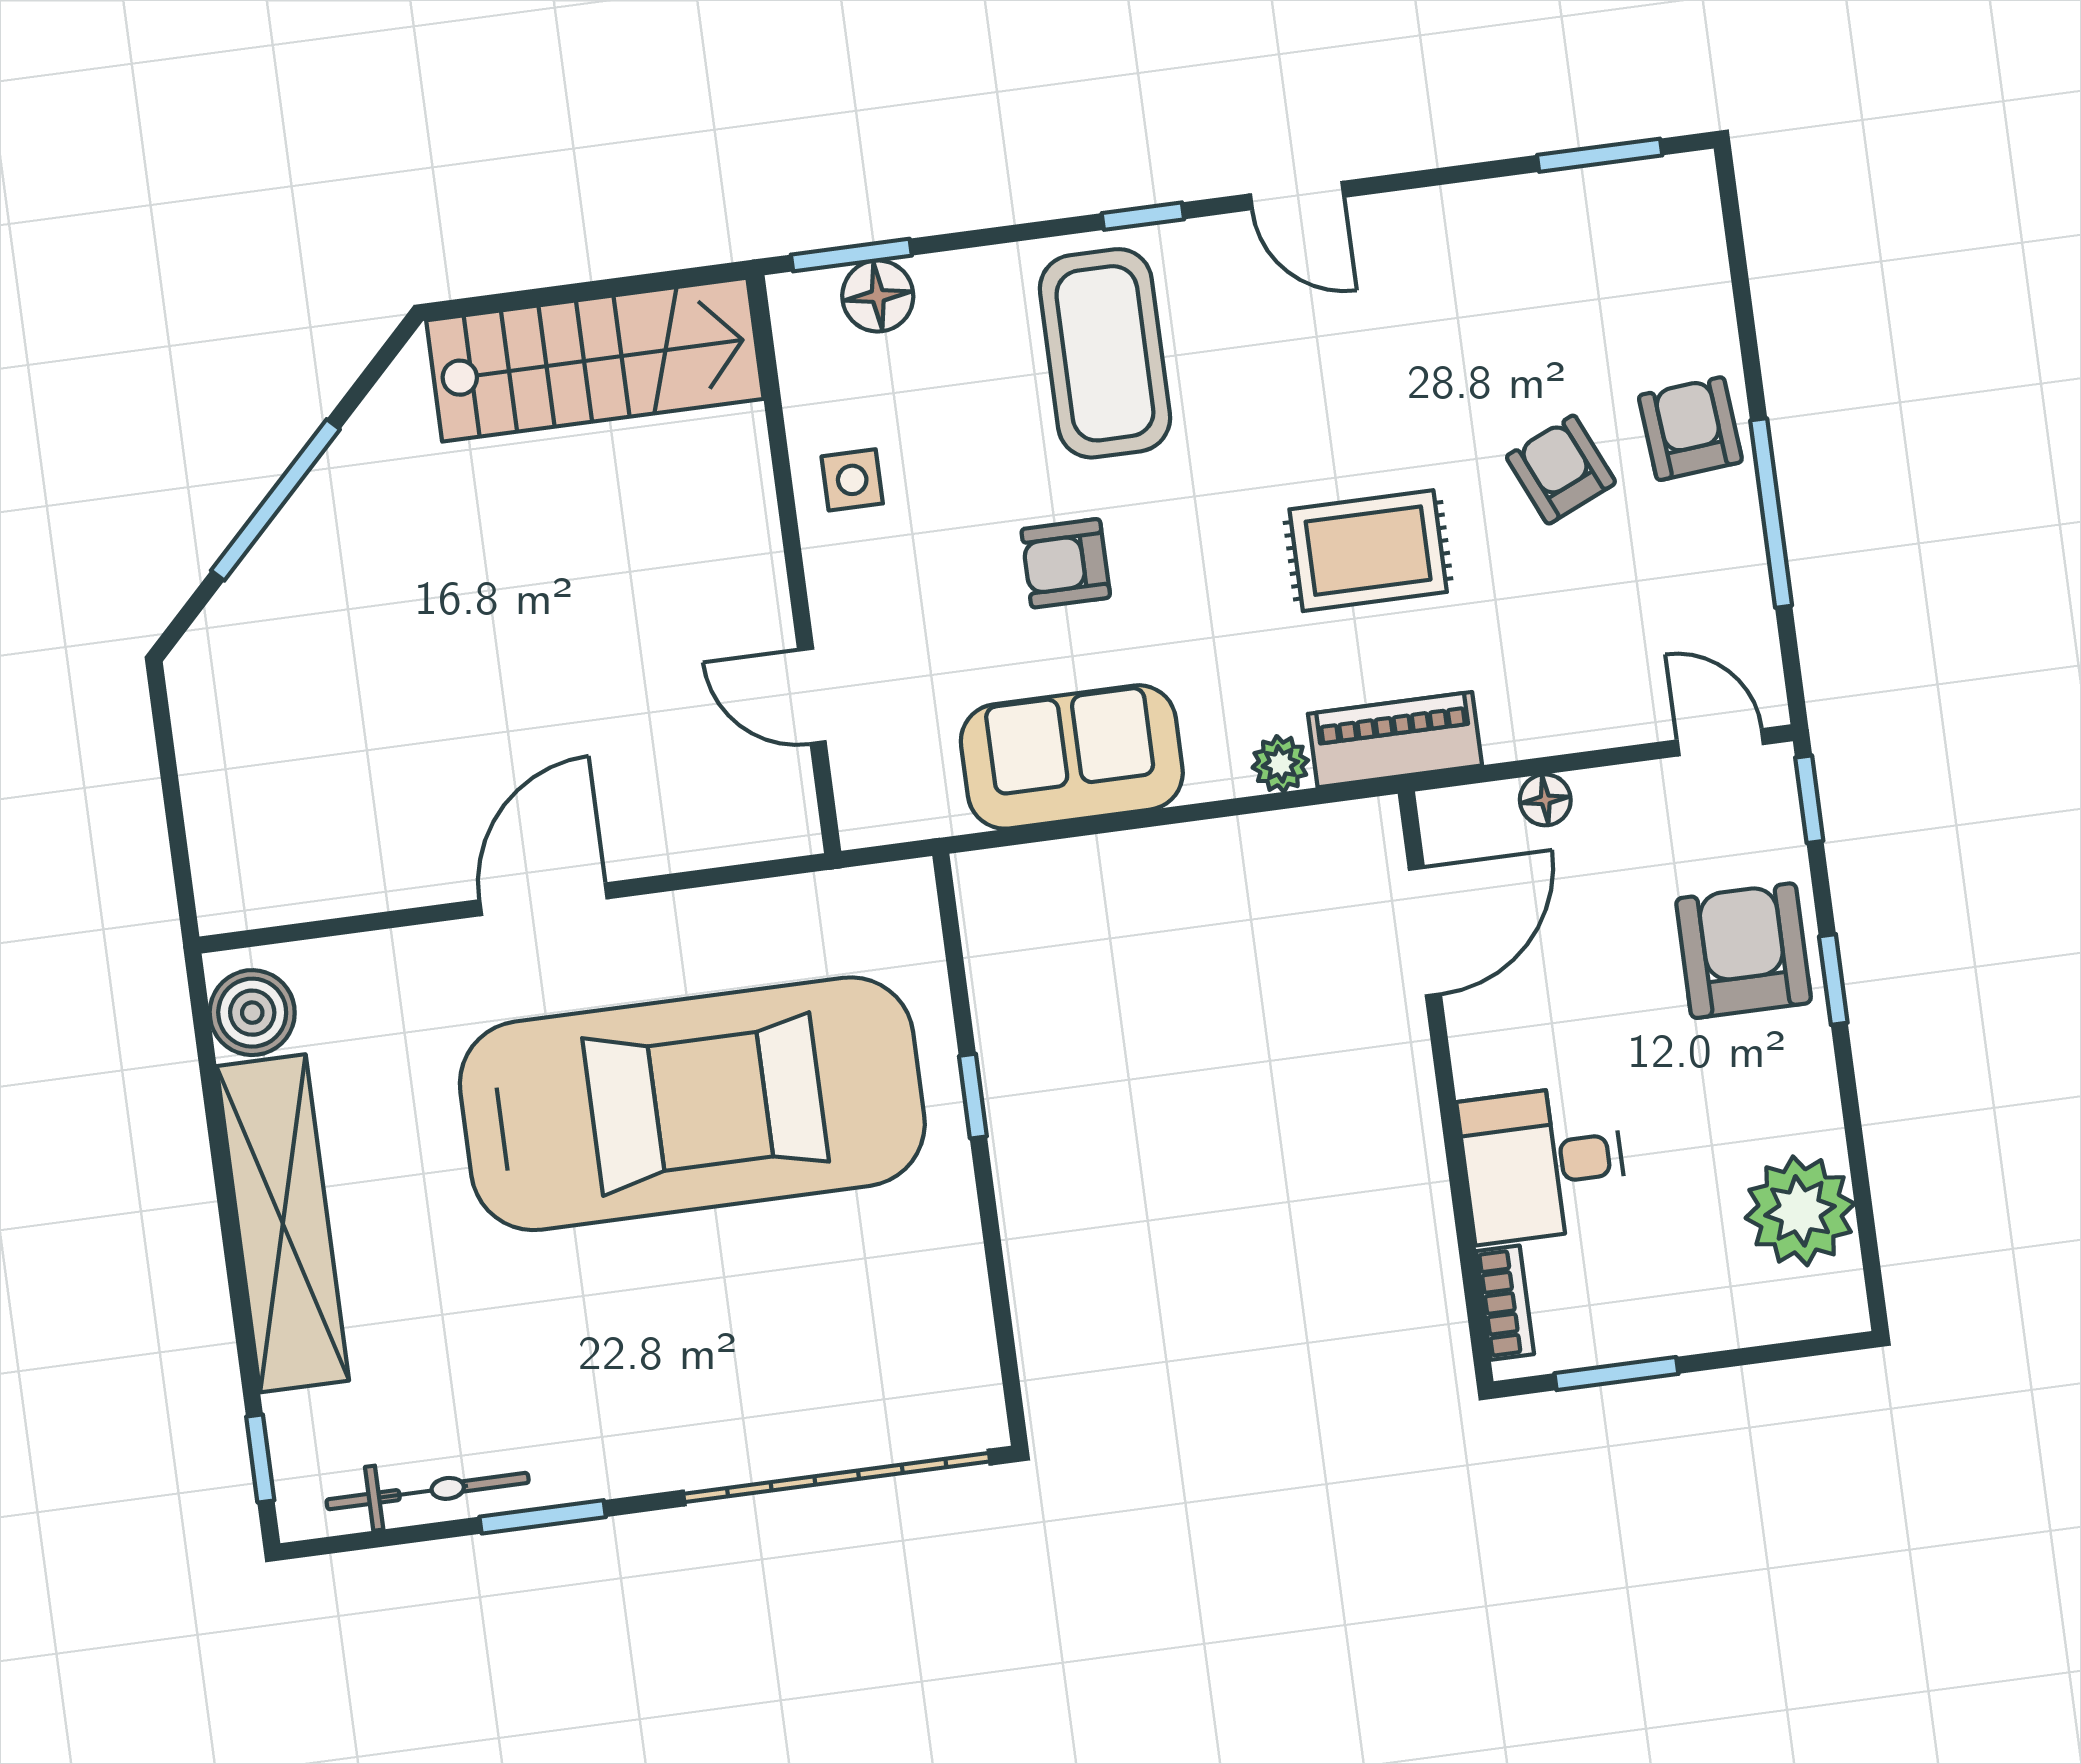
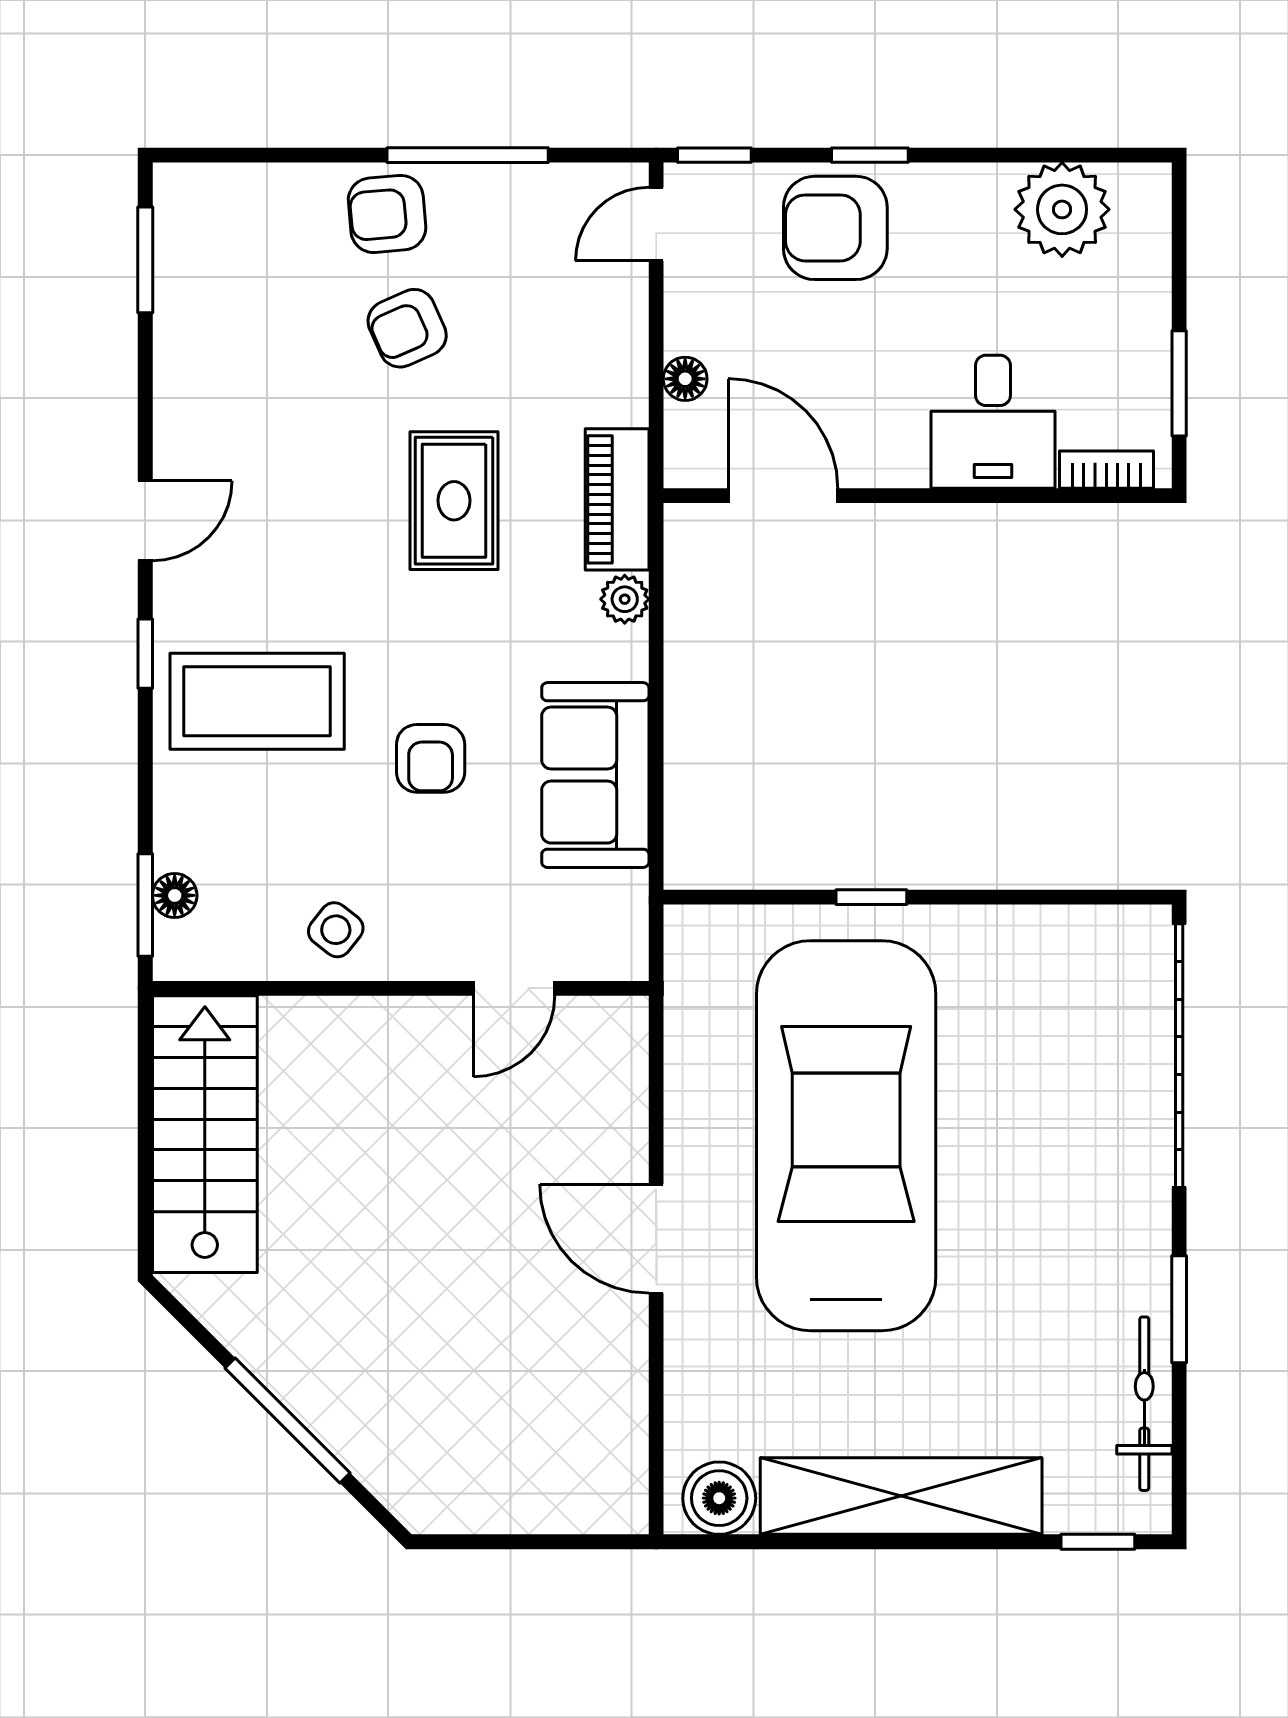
floor lamp: (878, 296) -> (175, 895), width x0.73, depth x0.73
side table: (852, 480) -> (336, 930), turned 38

